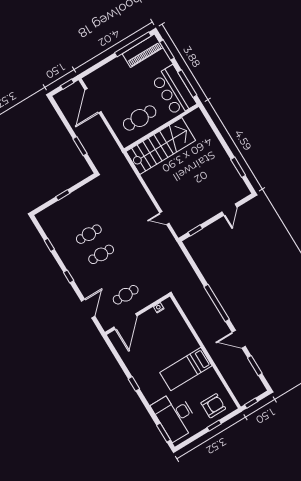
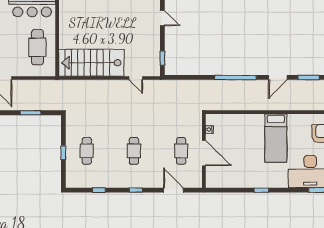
stairs: (161, 146) -> (91, 63), moved, turned -90
door: (164, 218) -> (136, 78), hinge flipped
cafe table: (89, 234) -> (87, 151), moved
door: (125, 322) -> (204, 153), moved

